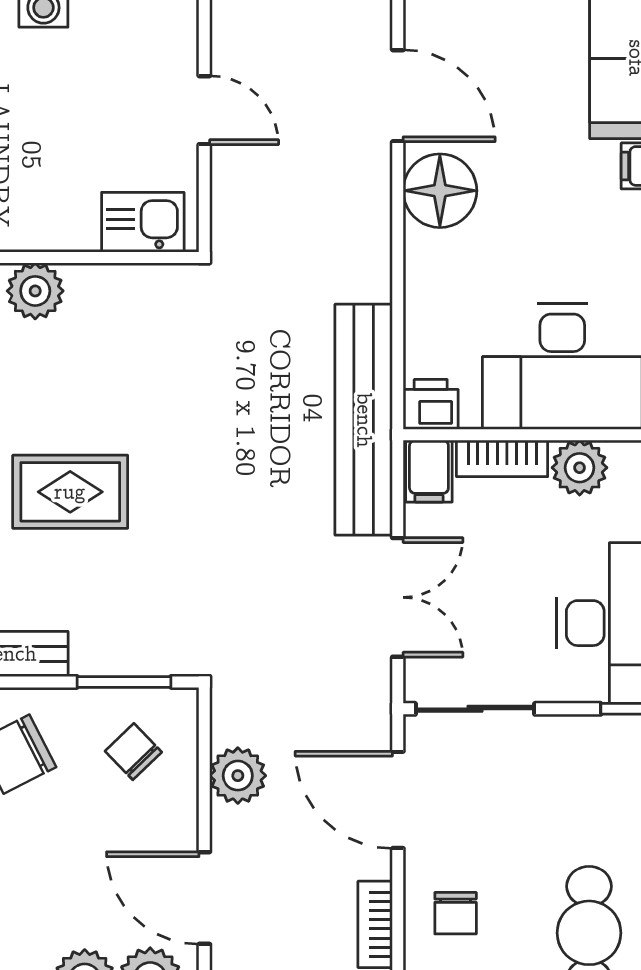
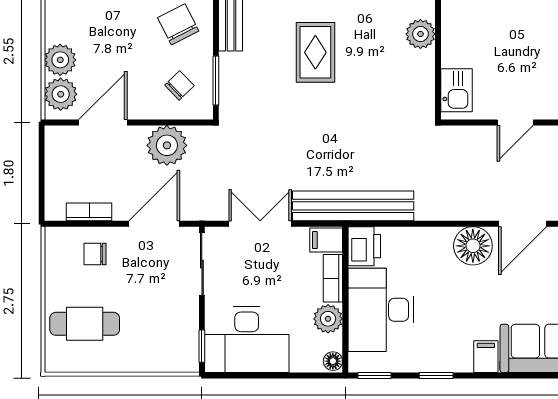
printer: (431, 404) -> (364, 246), width x1.36, depth x1.24
double door: (398, 597) -> (260, 224), swing flipped
plant: (238, 776) -> (167, 145), width x1.36, depth x1.36

